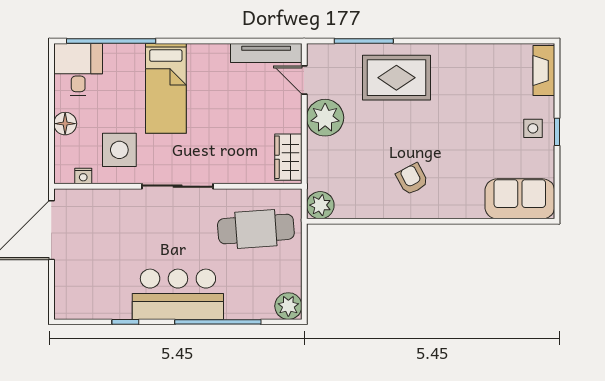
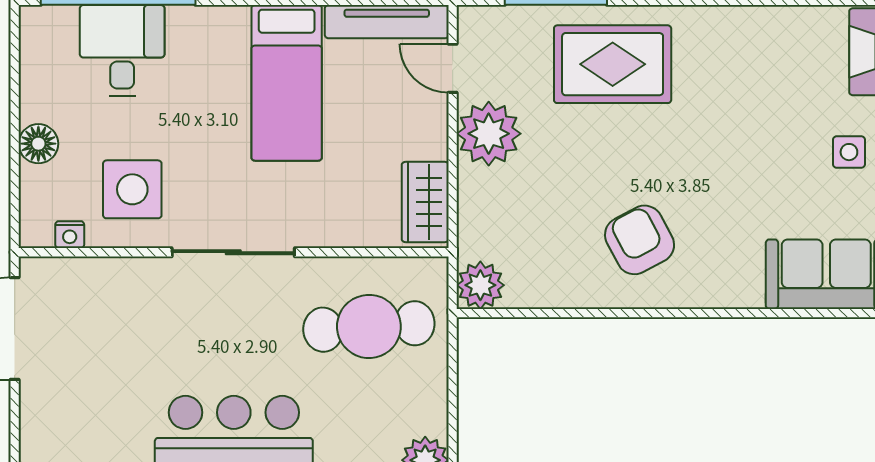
desk: (78, 70) -> (122, 50), moved
bed: (166, 88) -> (287, 83), moved
armchair: (412, 179) -> (640, 240), width x1.38, depth x1.38

